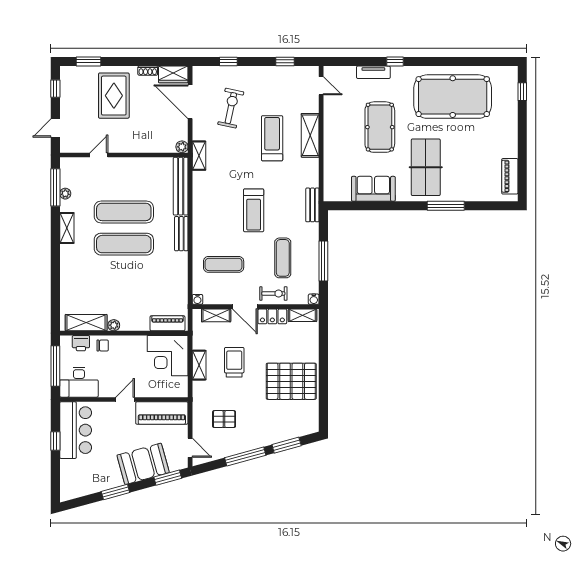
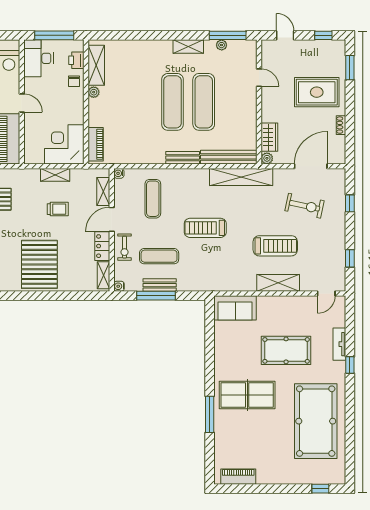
wardrobe: (173, 74) -> (269, 137), moved, turned 180
shelving: (199, 156) -> (241, 177), width x2.20, depth x1.33
sofa: (373, 189) -> (235, 308), moved, turned 90
bench: (312, 205) -> (160, 285), moved
trolley: (234, 362) -> (58, 209), width x0.73, depth x0.72

